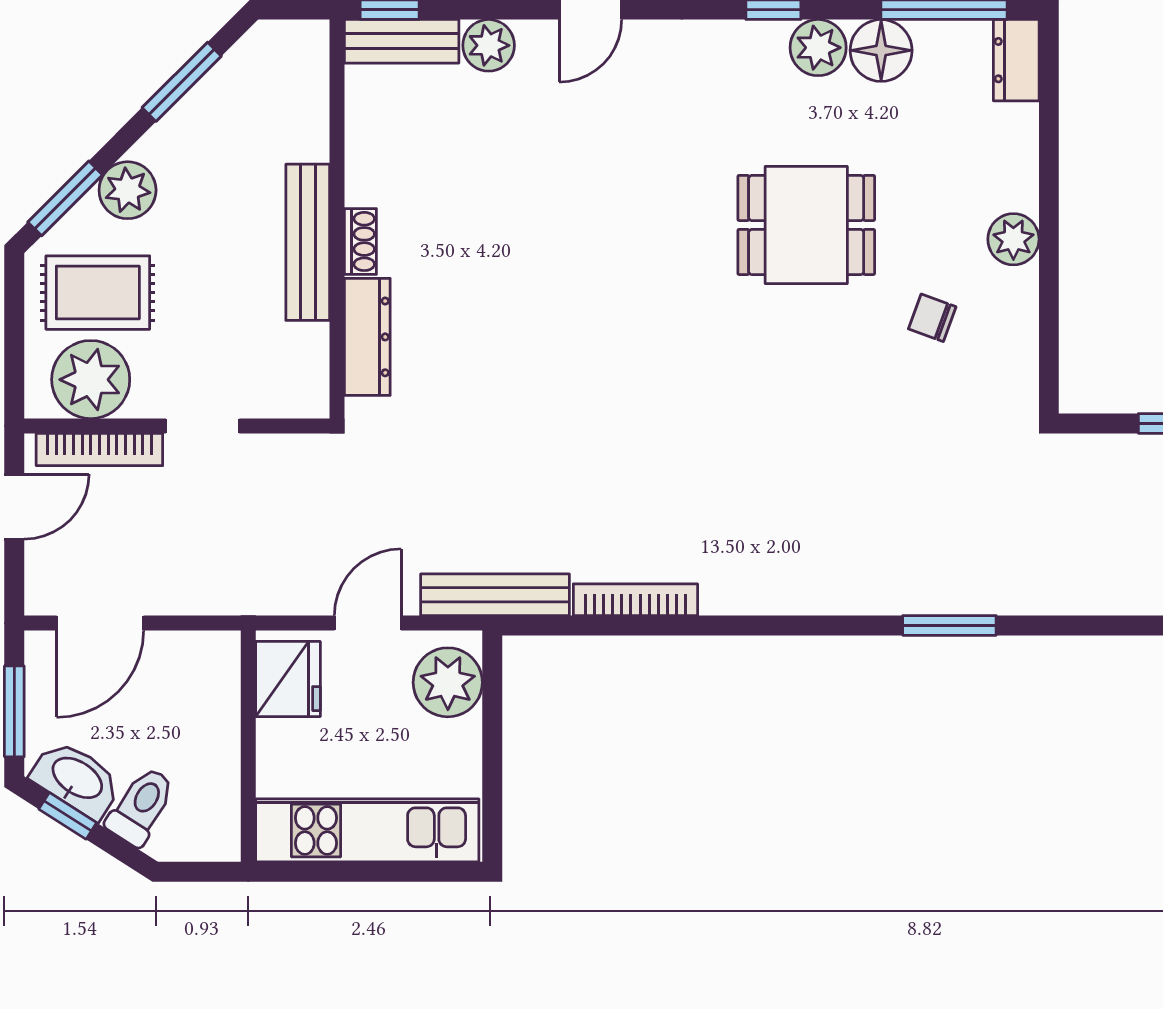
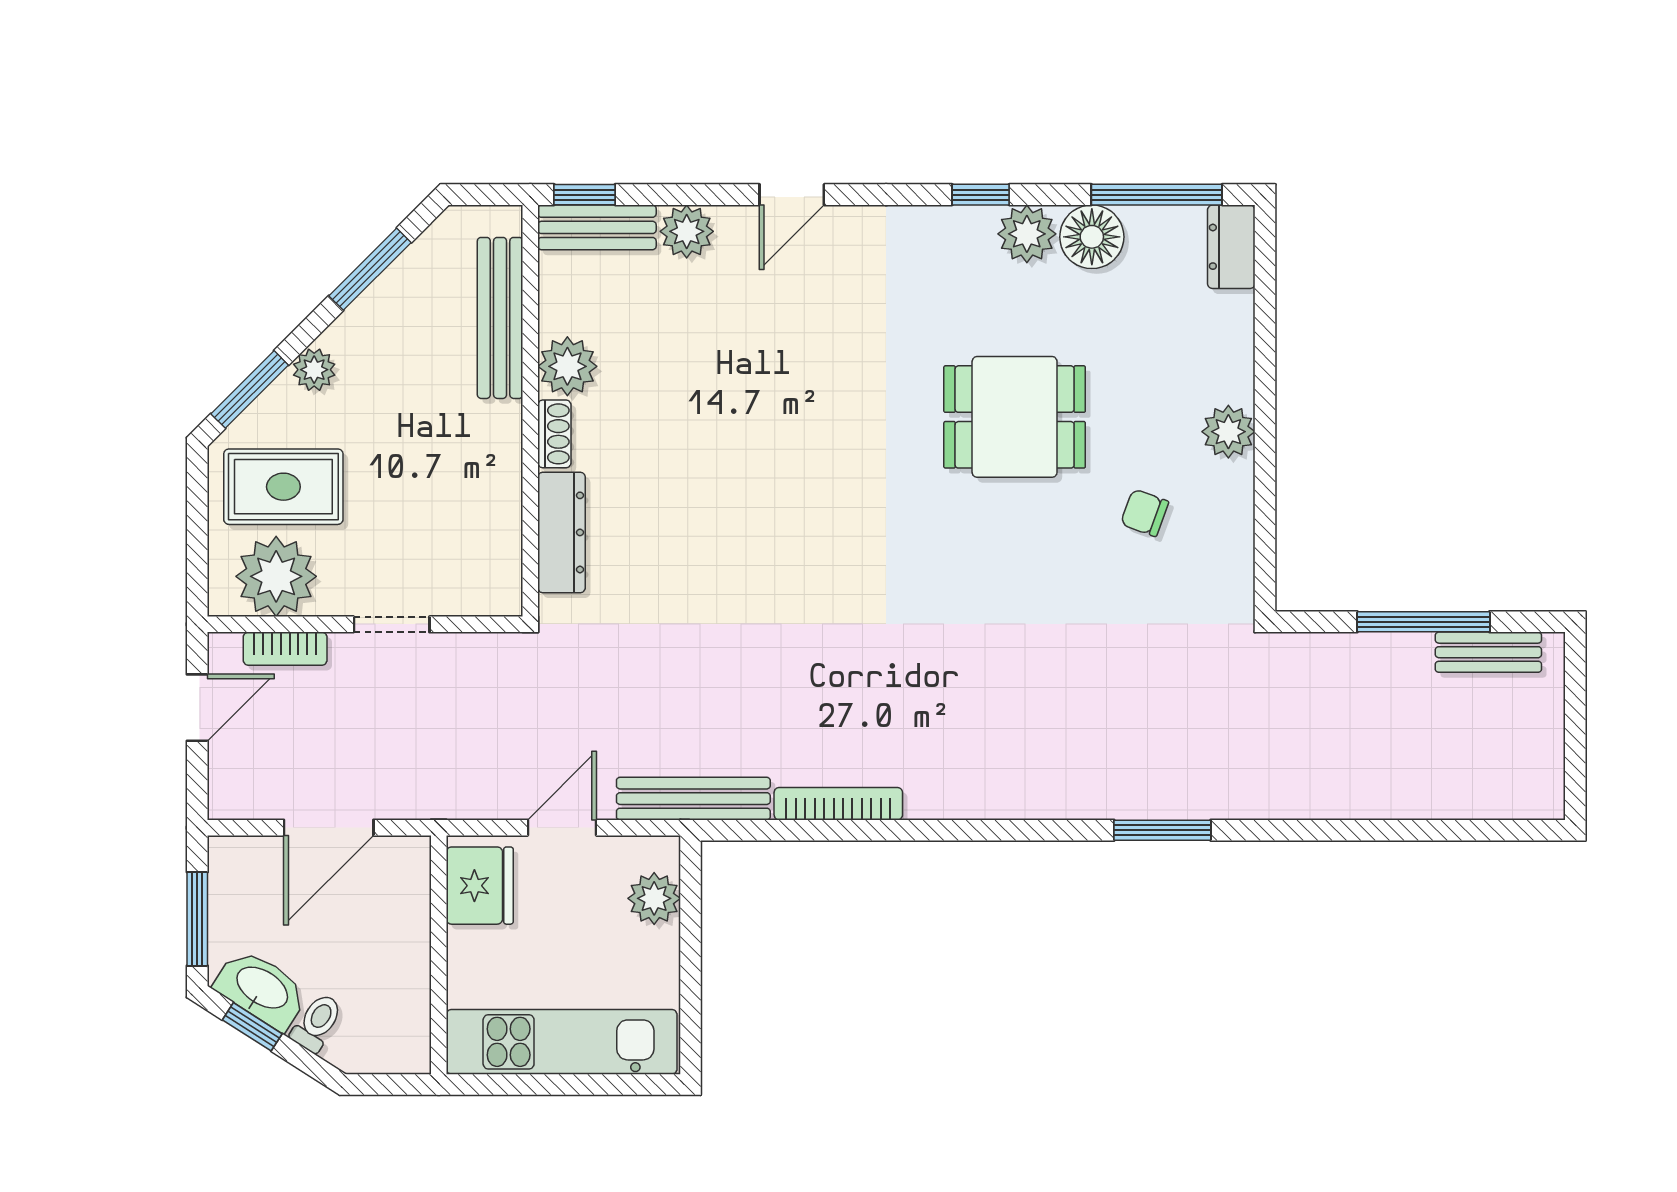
plant: (373, 176) -> (567, 366), added
plant: (128, 190) -> (314, 370), width x0.73, depth x0.73
bench: (308, 242) -> (500, 318), moved
bookcase: (99, 450) -> (285, 649), width x0.64
door: (100, 623) -> (329, 828), moved
plant: (448, 682) -> (654, 898), width x0.73, depth x0.73
toilet: (141, 806) -> (317, 1023), width x0.73, depth x0.72

